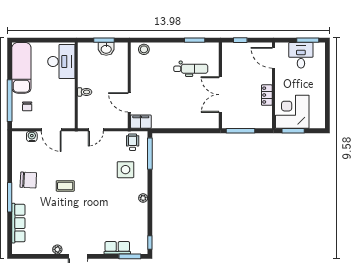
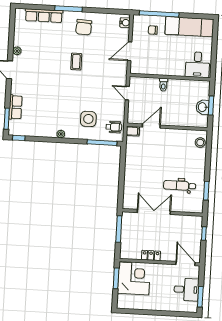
door: (273, 58) -> (186, 264), hinge flipped
desk: (61, 62) -> (198, 65), width x0.73
dental chair: (191, 69) -> (180, 186), turned 90
filing cabinet: (141, 122) -> (133, 131), width x0.50
water cooler: (32, 136) -> (125, 23), moved

